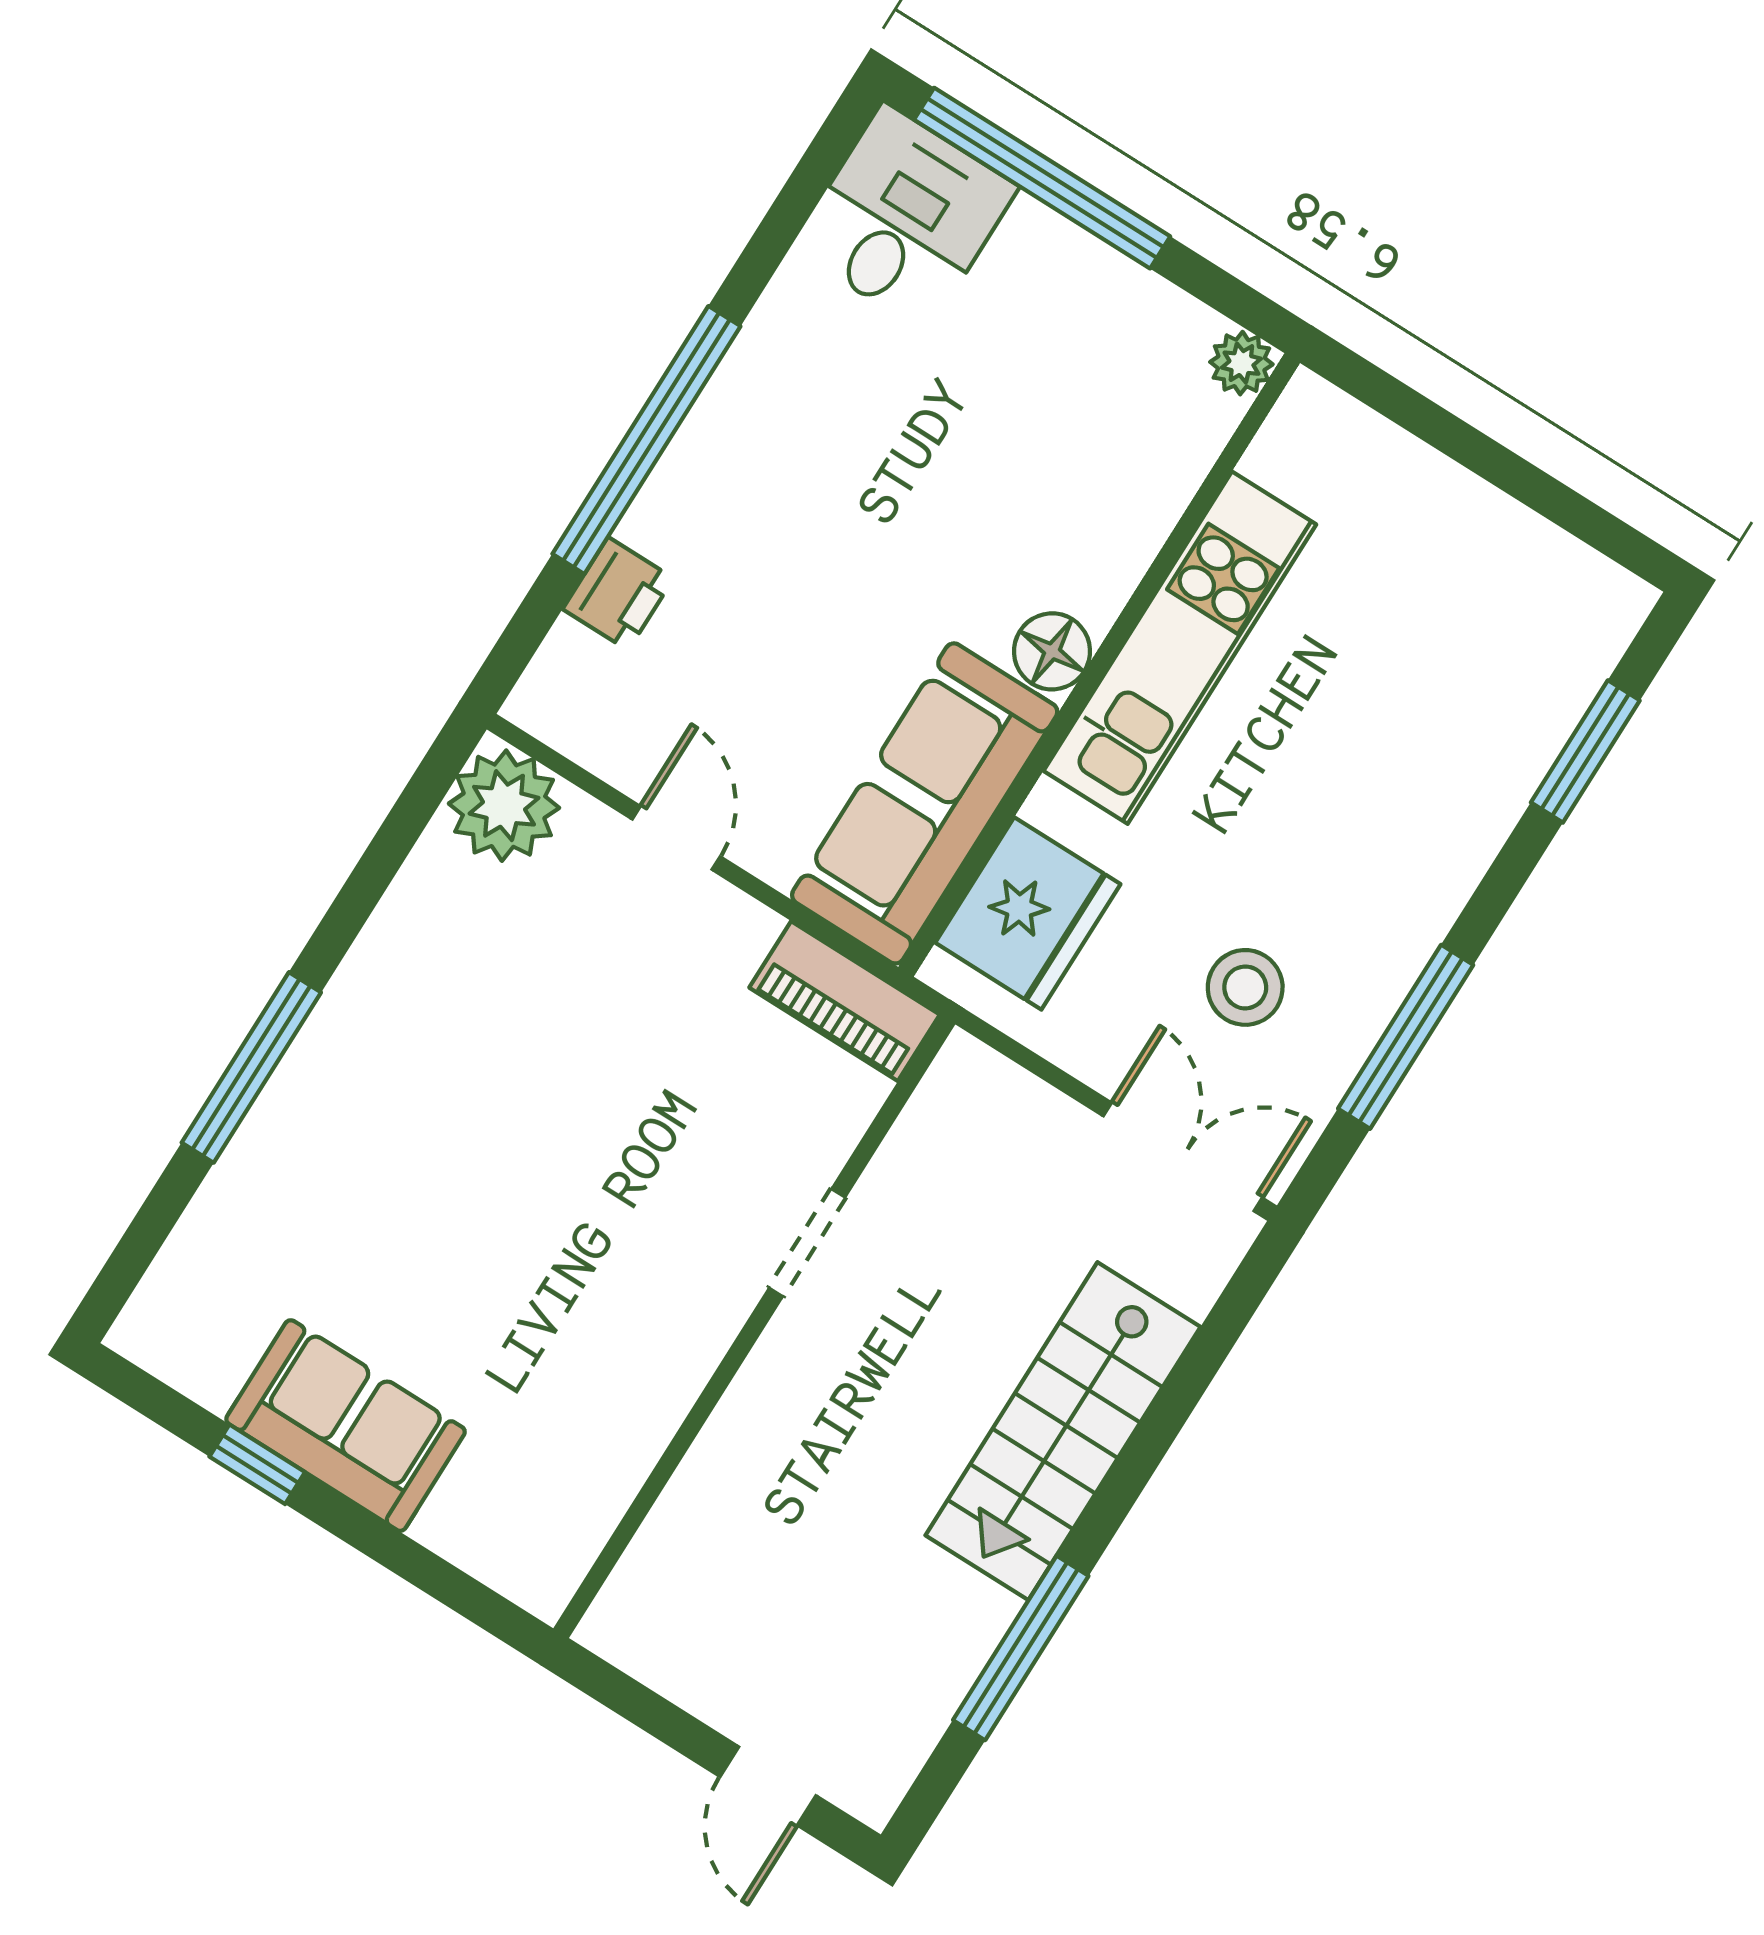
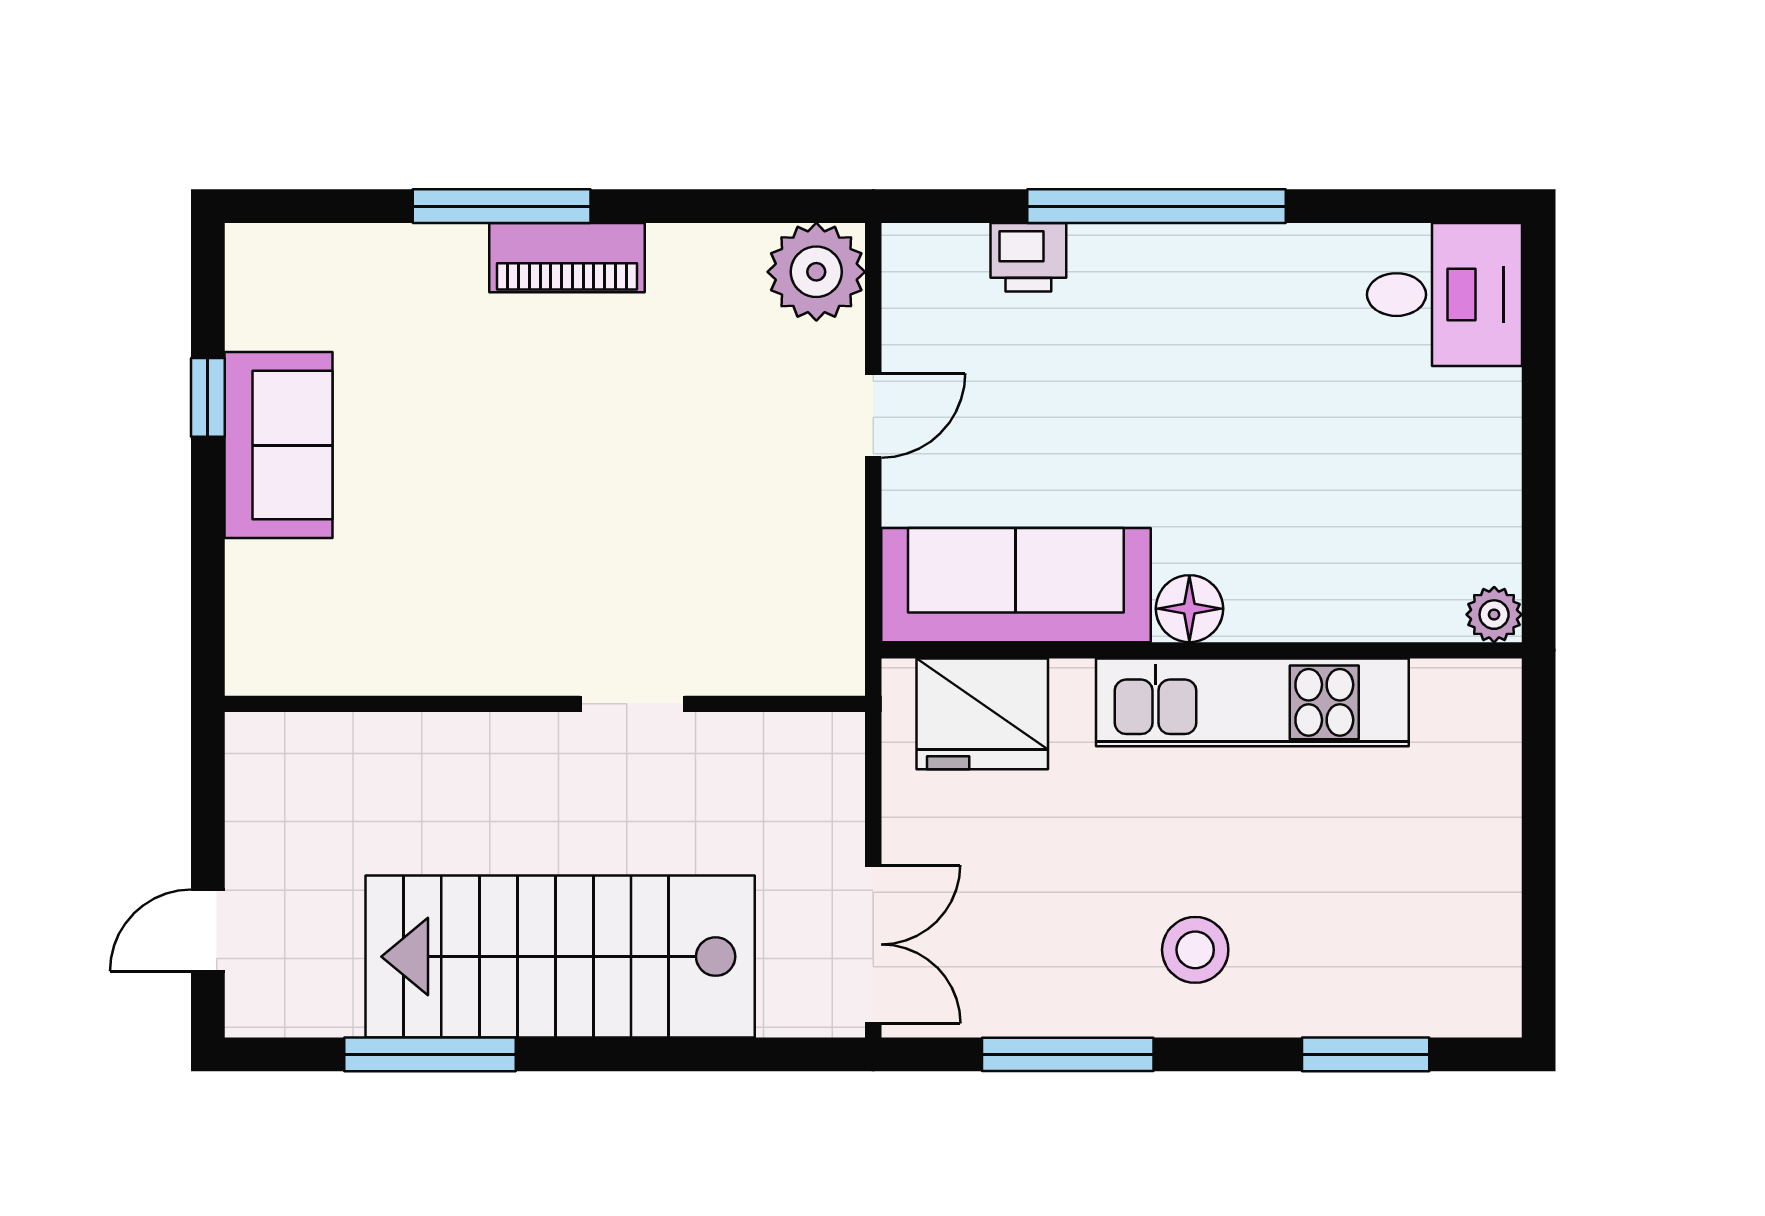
window: (1042, 178) -> (1539, 379), removed
stool: (1245, 987) -> (1195, 950), moved
piano: (845, 1001) -> (567, 258), moved, turned -90
stairs: (1063, 1431) -> (560, 957), width x1.36, depth x1.51

